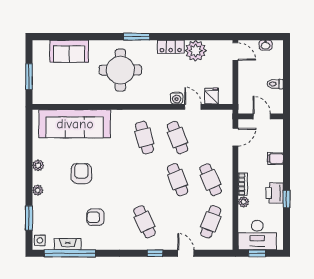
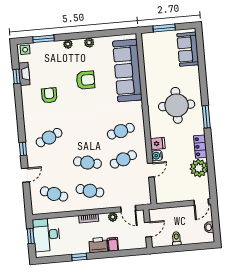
sofa: (69, 51) -> (188, 49), moved
fridge: (212, 96) -> (158, 144), moved
cafe table: (178, 180) -> (87, 163), turned 33
cafe table: (211, 180) -> (90, 191), turned 39
printer: (275, 193) -> (98, 245), moved
plant: (244, 202) -> (113, 217), moved
window: (70, 253) -> (16, 76), width x0.32

